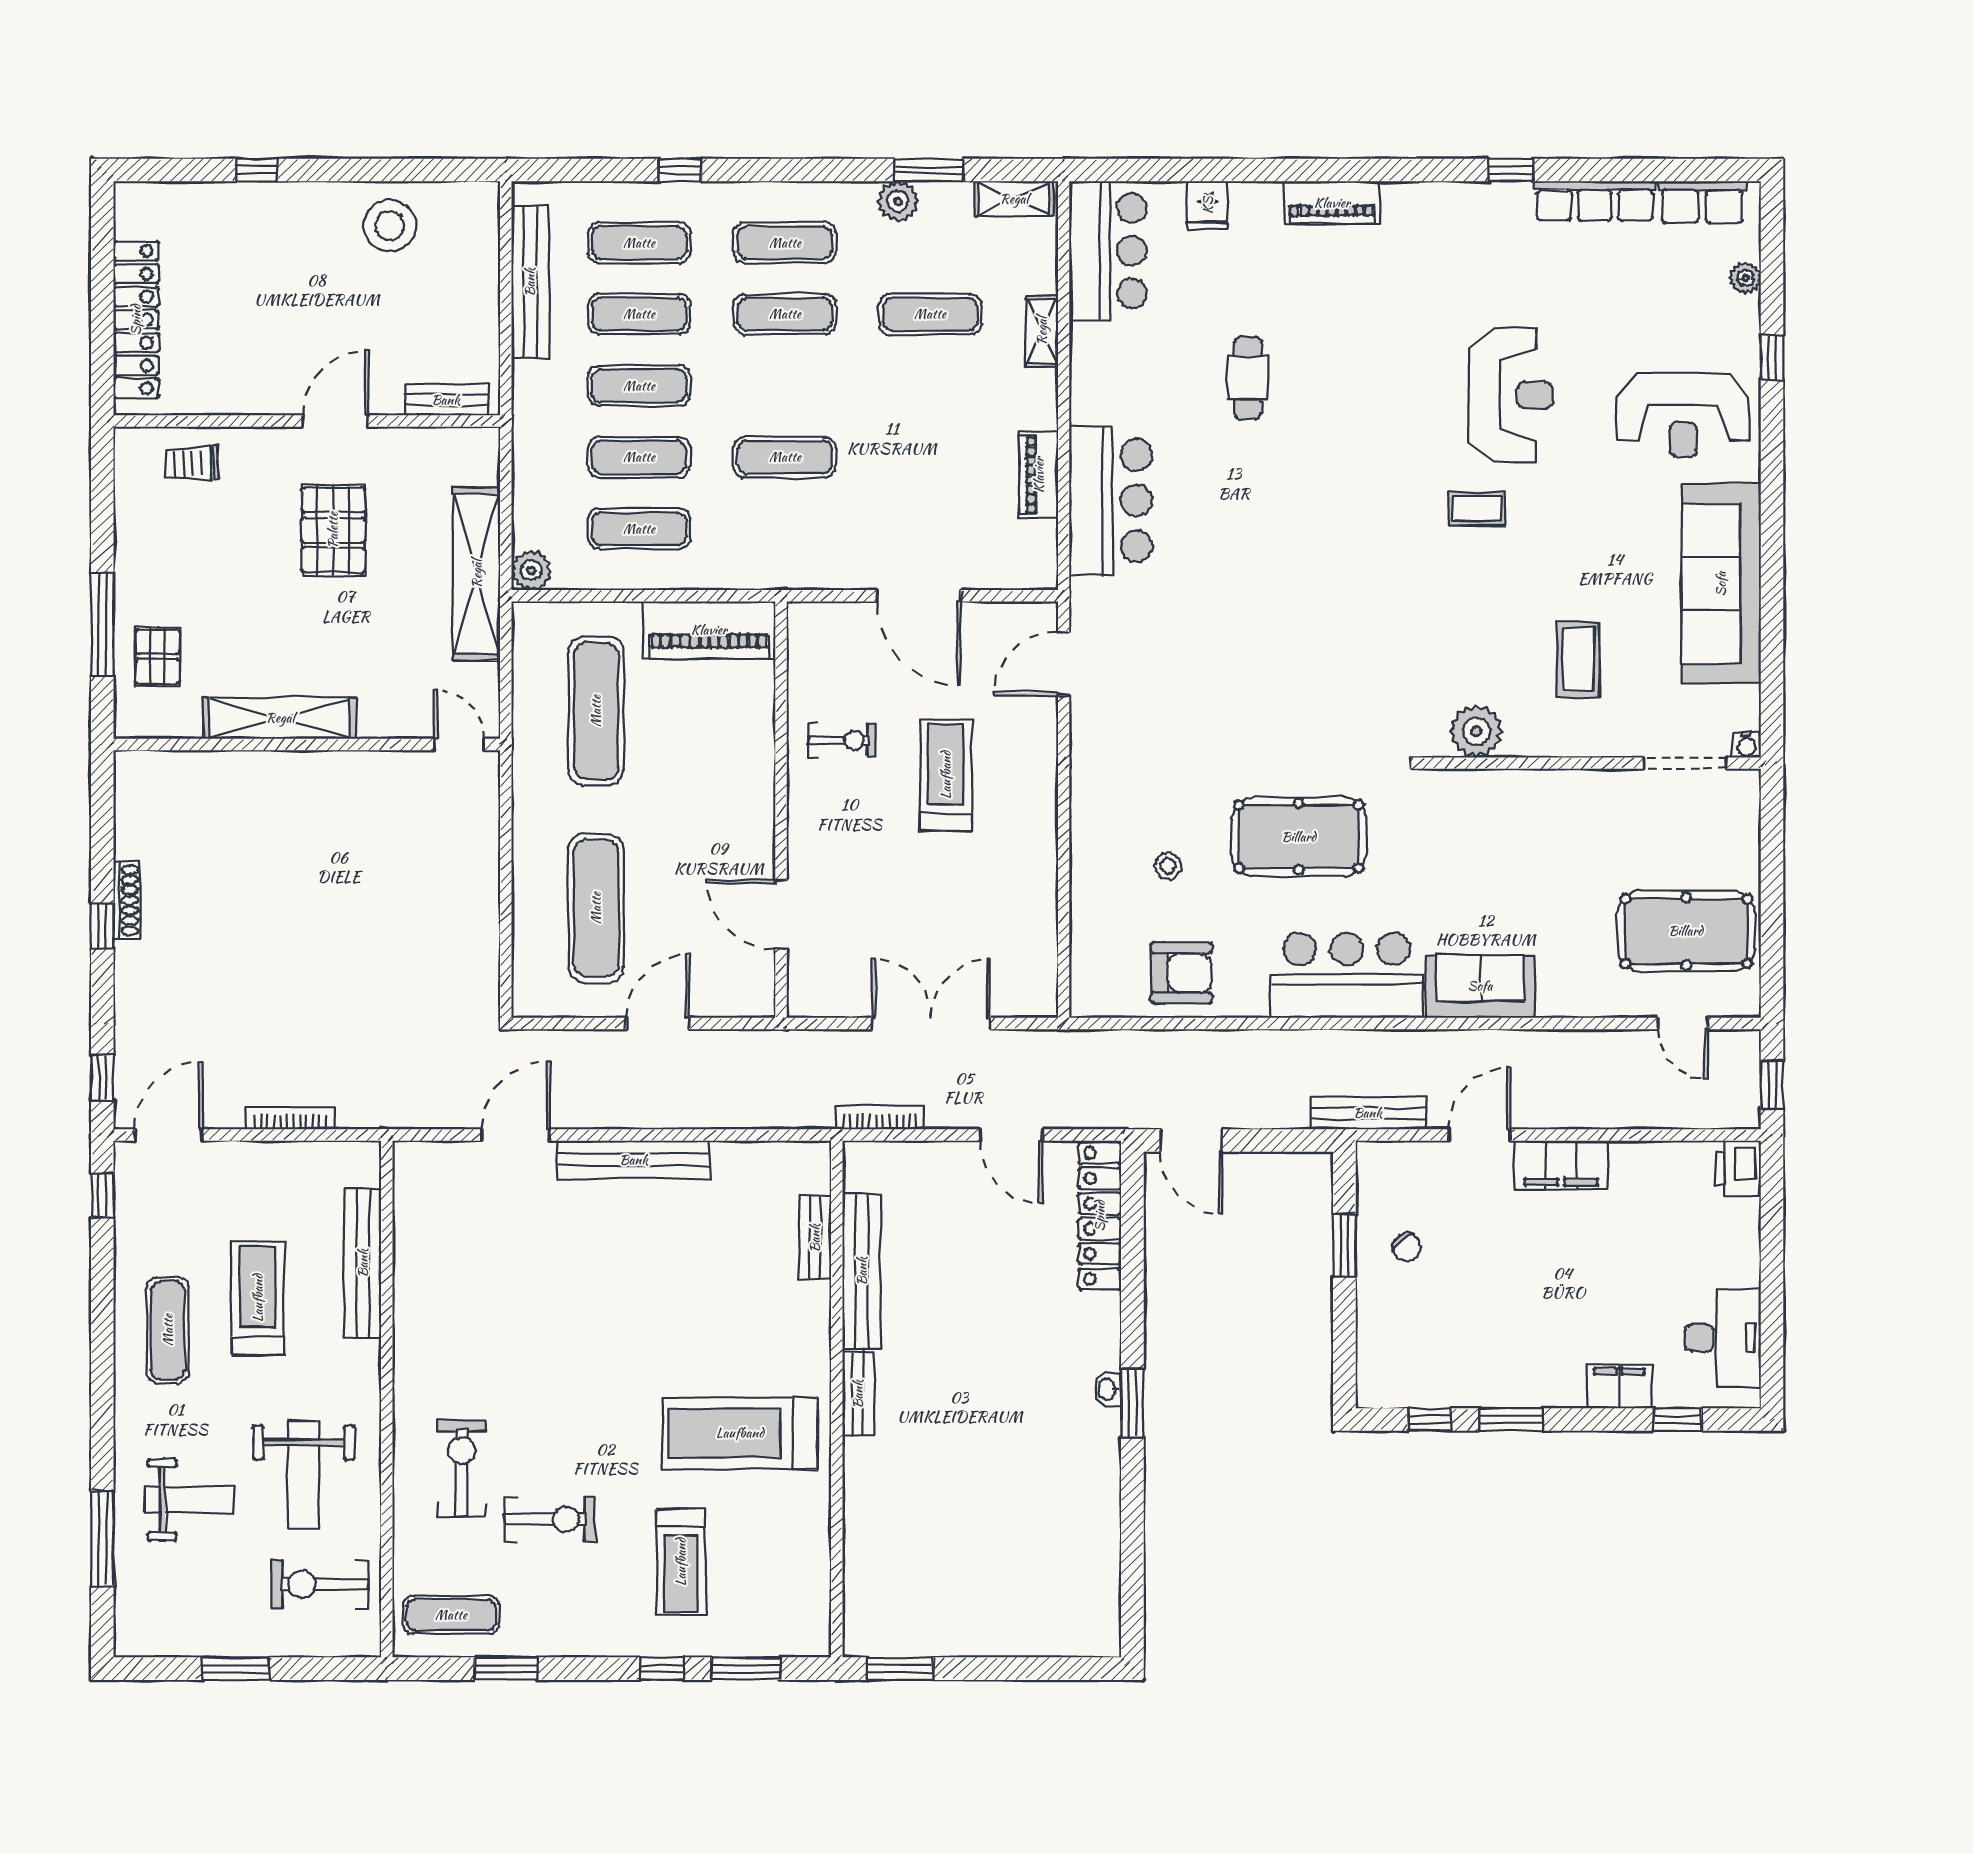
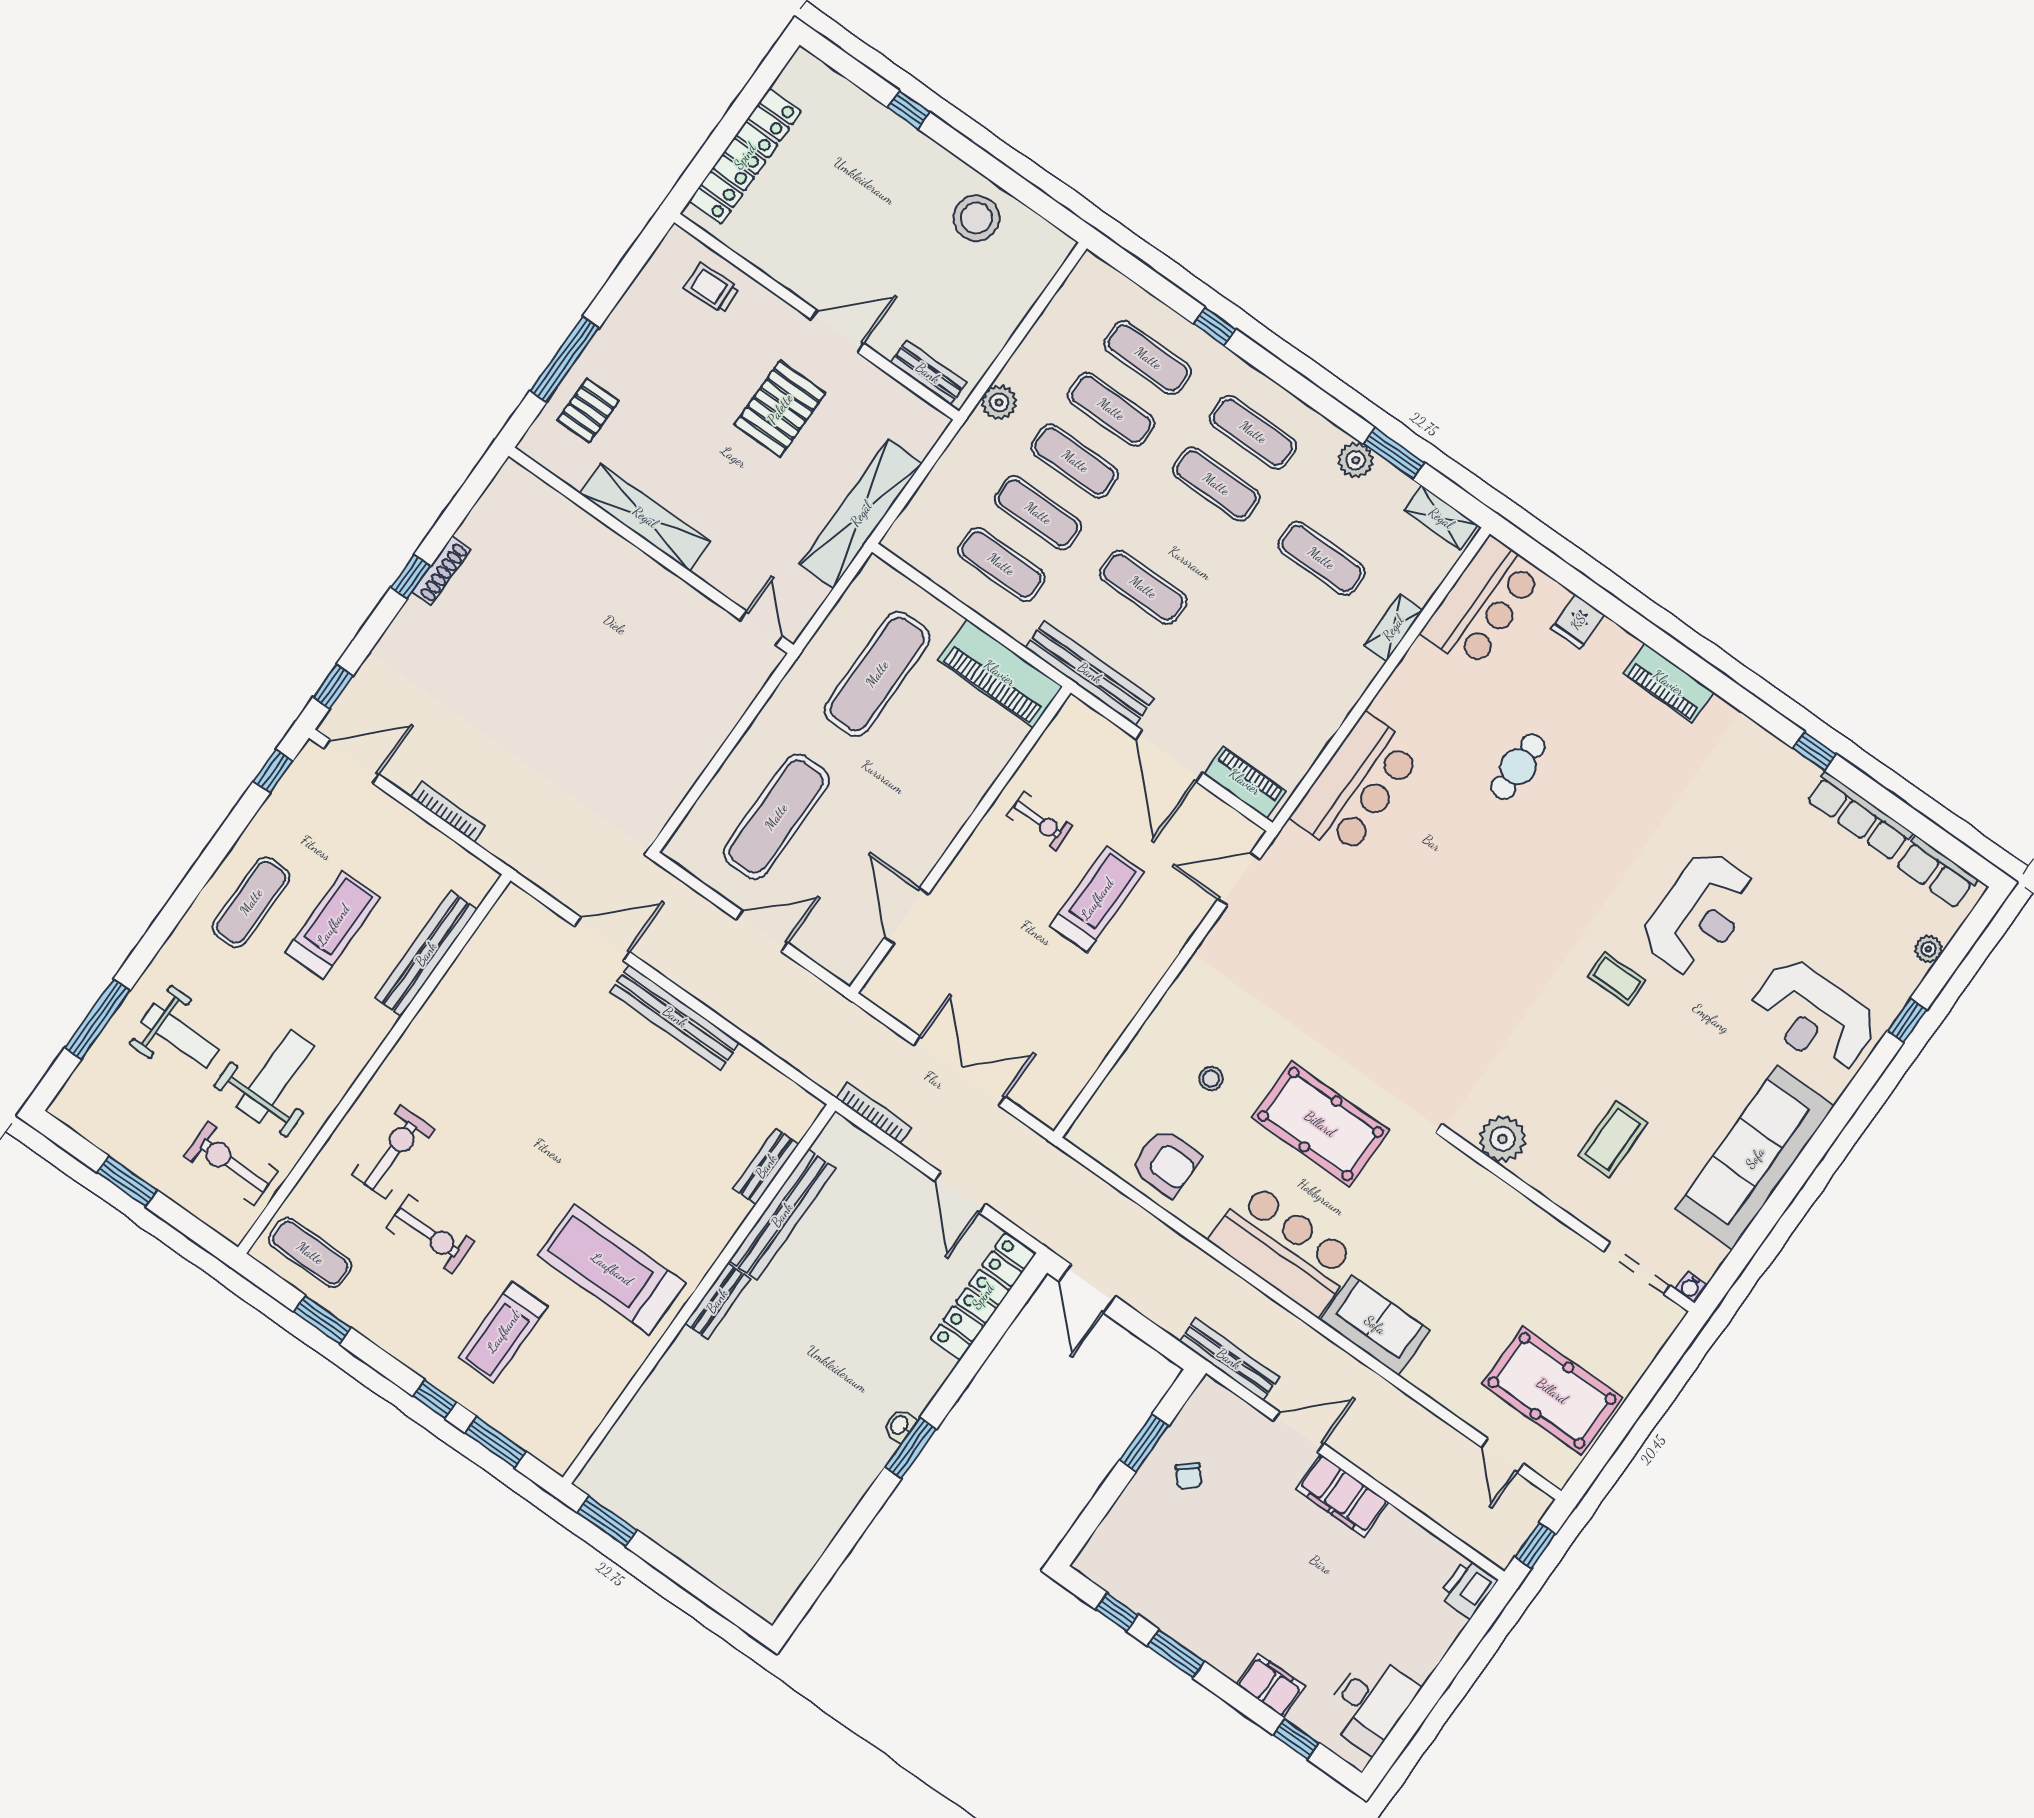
bench: (530, 282) -> (1090, 673), moved, turned 90
piano: (1039, 475) -> (1245, 782), moved, turned 90
plant: (531, 570) -> (999, 402), moved
weight bench: (304, 1475) -> (275, 1076), turned 180

